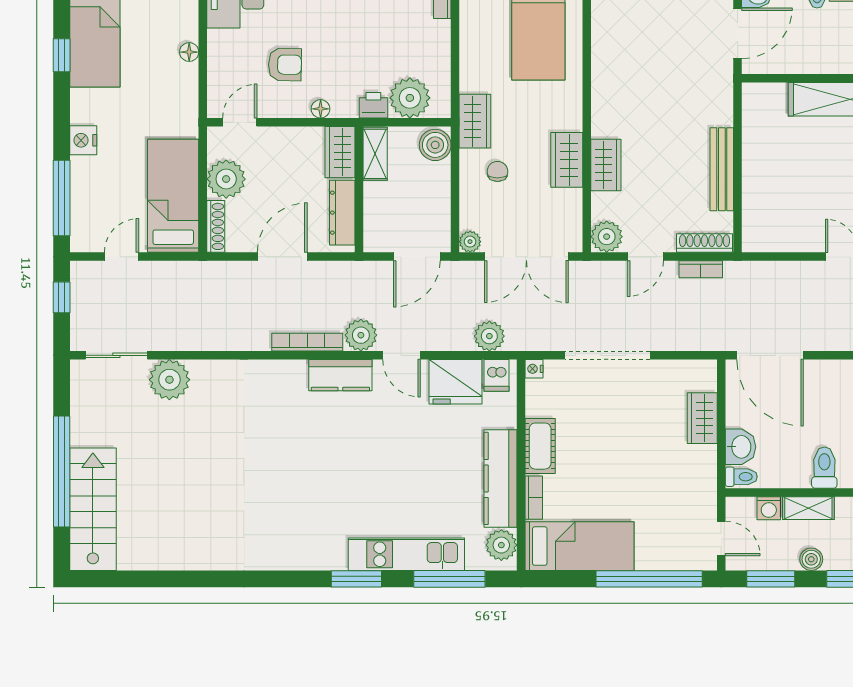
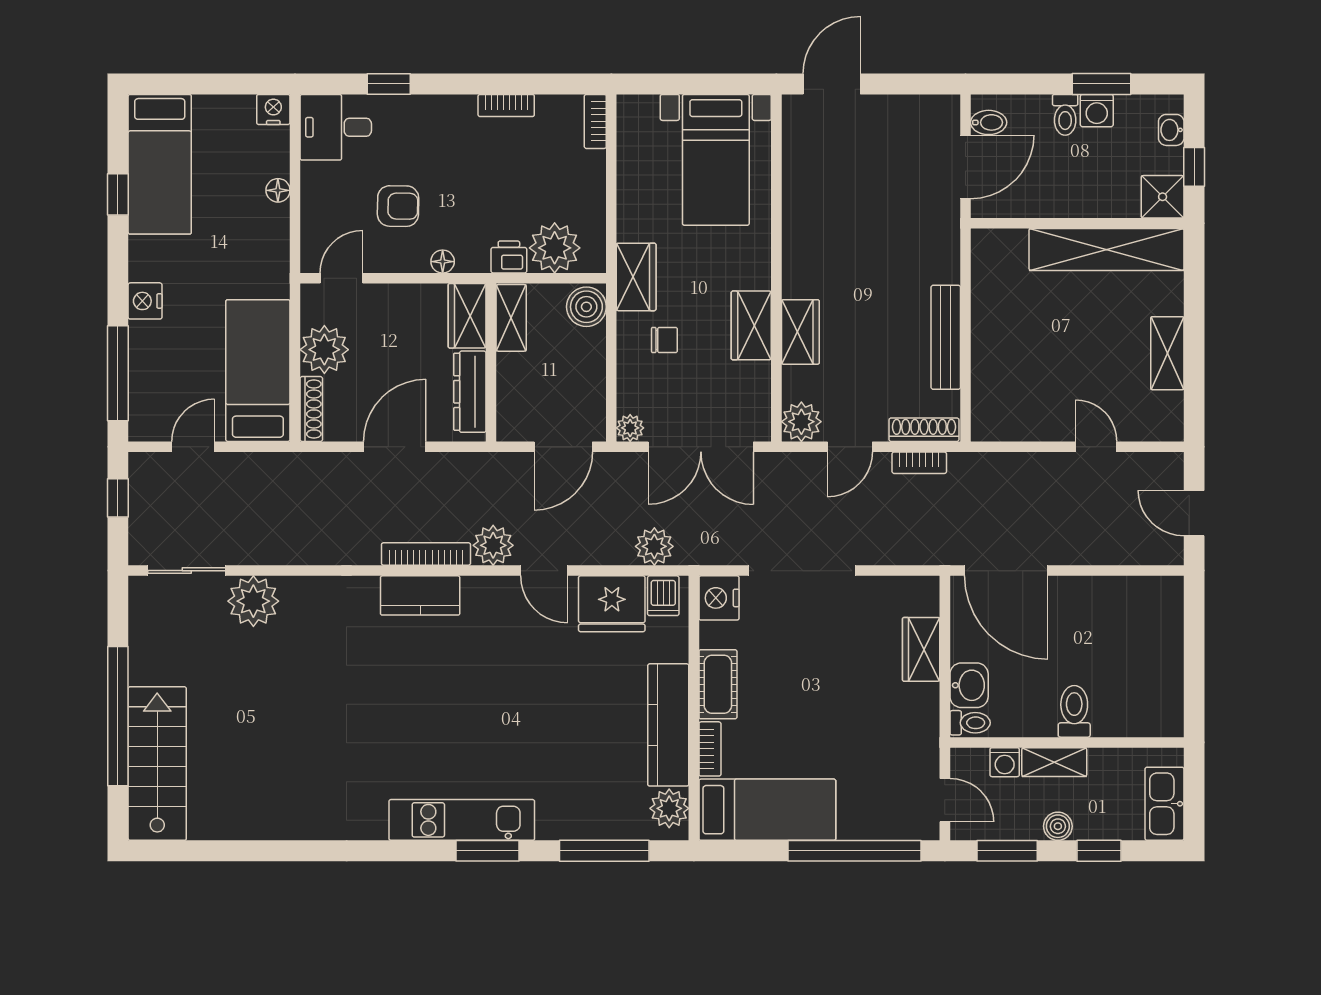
chair: (497, 171) -> (664, 340), turned 90
nightstand: (534, 369) -> (719, 598), width x1.89, depth x1.79
kitchen counter: (340, 375) -> (420, 595), moved
kitchen unit: (406, 554) -> (462, 820), moved

